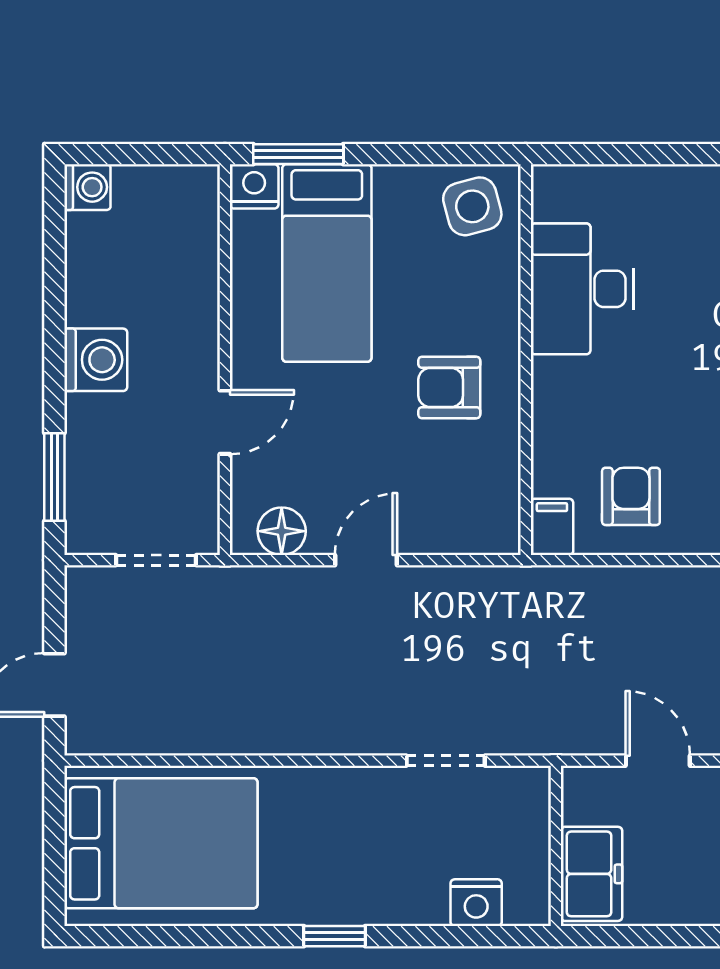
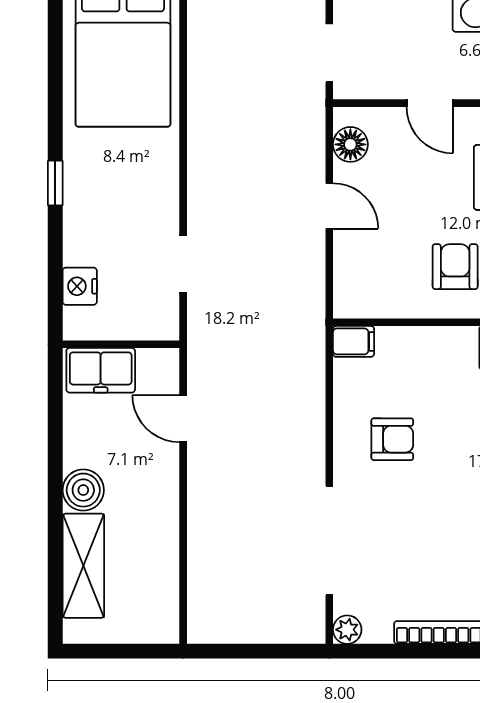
armchair: (631, 496) -> (392, 439), moved
door: (658, 761) -> (183, 419), swing flipped

